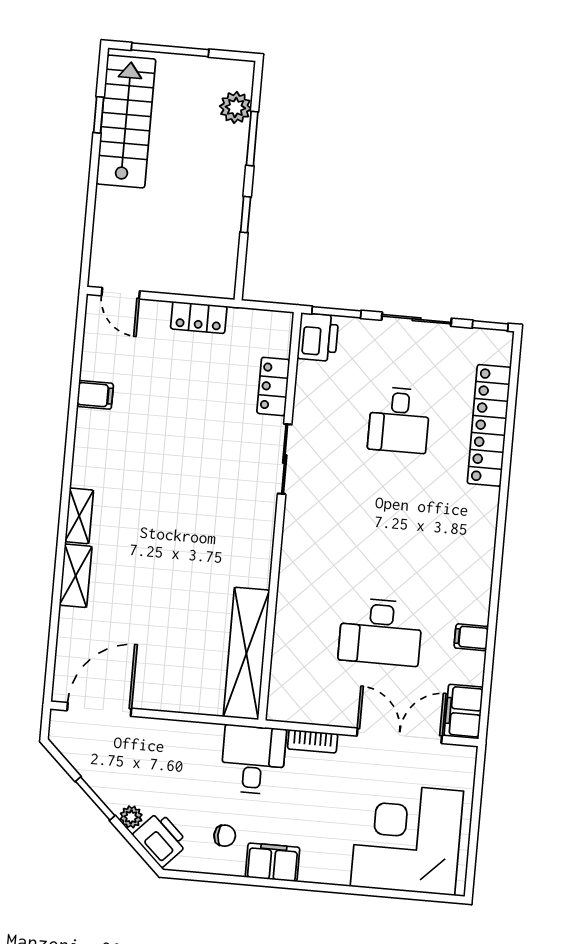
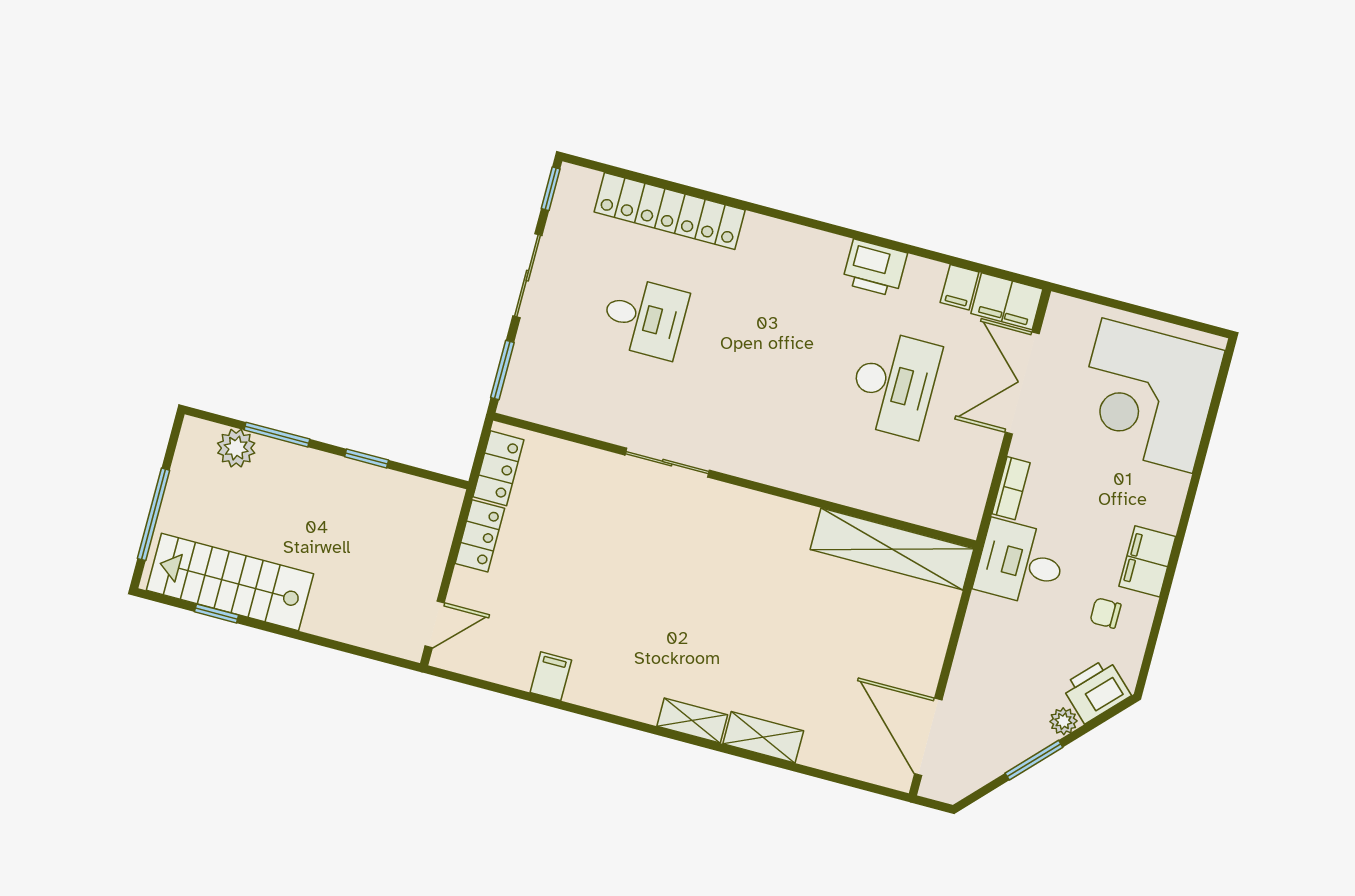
printer: (318, 337) -> (875, 268), moved, turned 180
locker: (273, 386) -> (498, 468), moved, turned -90
filing cabinet: (471, 637) -> (960, 287), moved
chair: (225, 836) -> (1105, 613), turned -90

